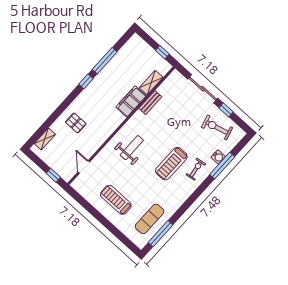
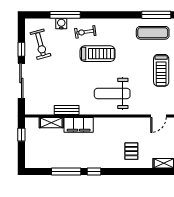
weight bench: (132, 148) -> (112, 93), width x1.36, depth x1.33

